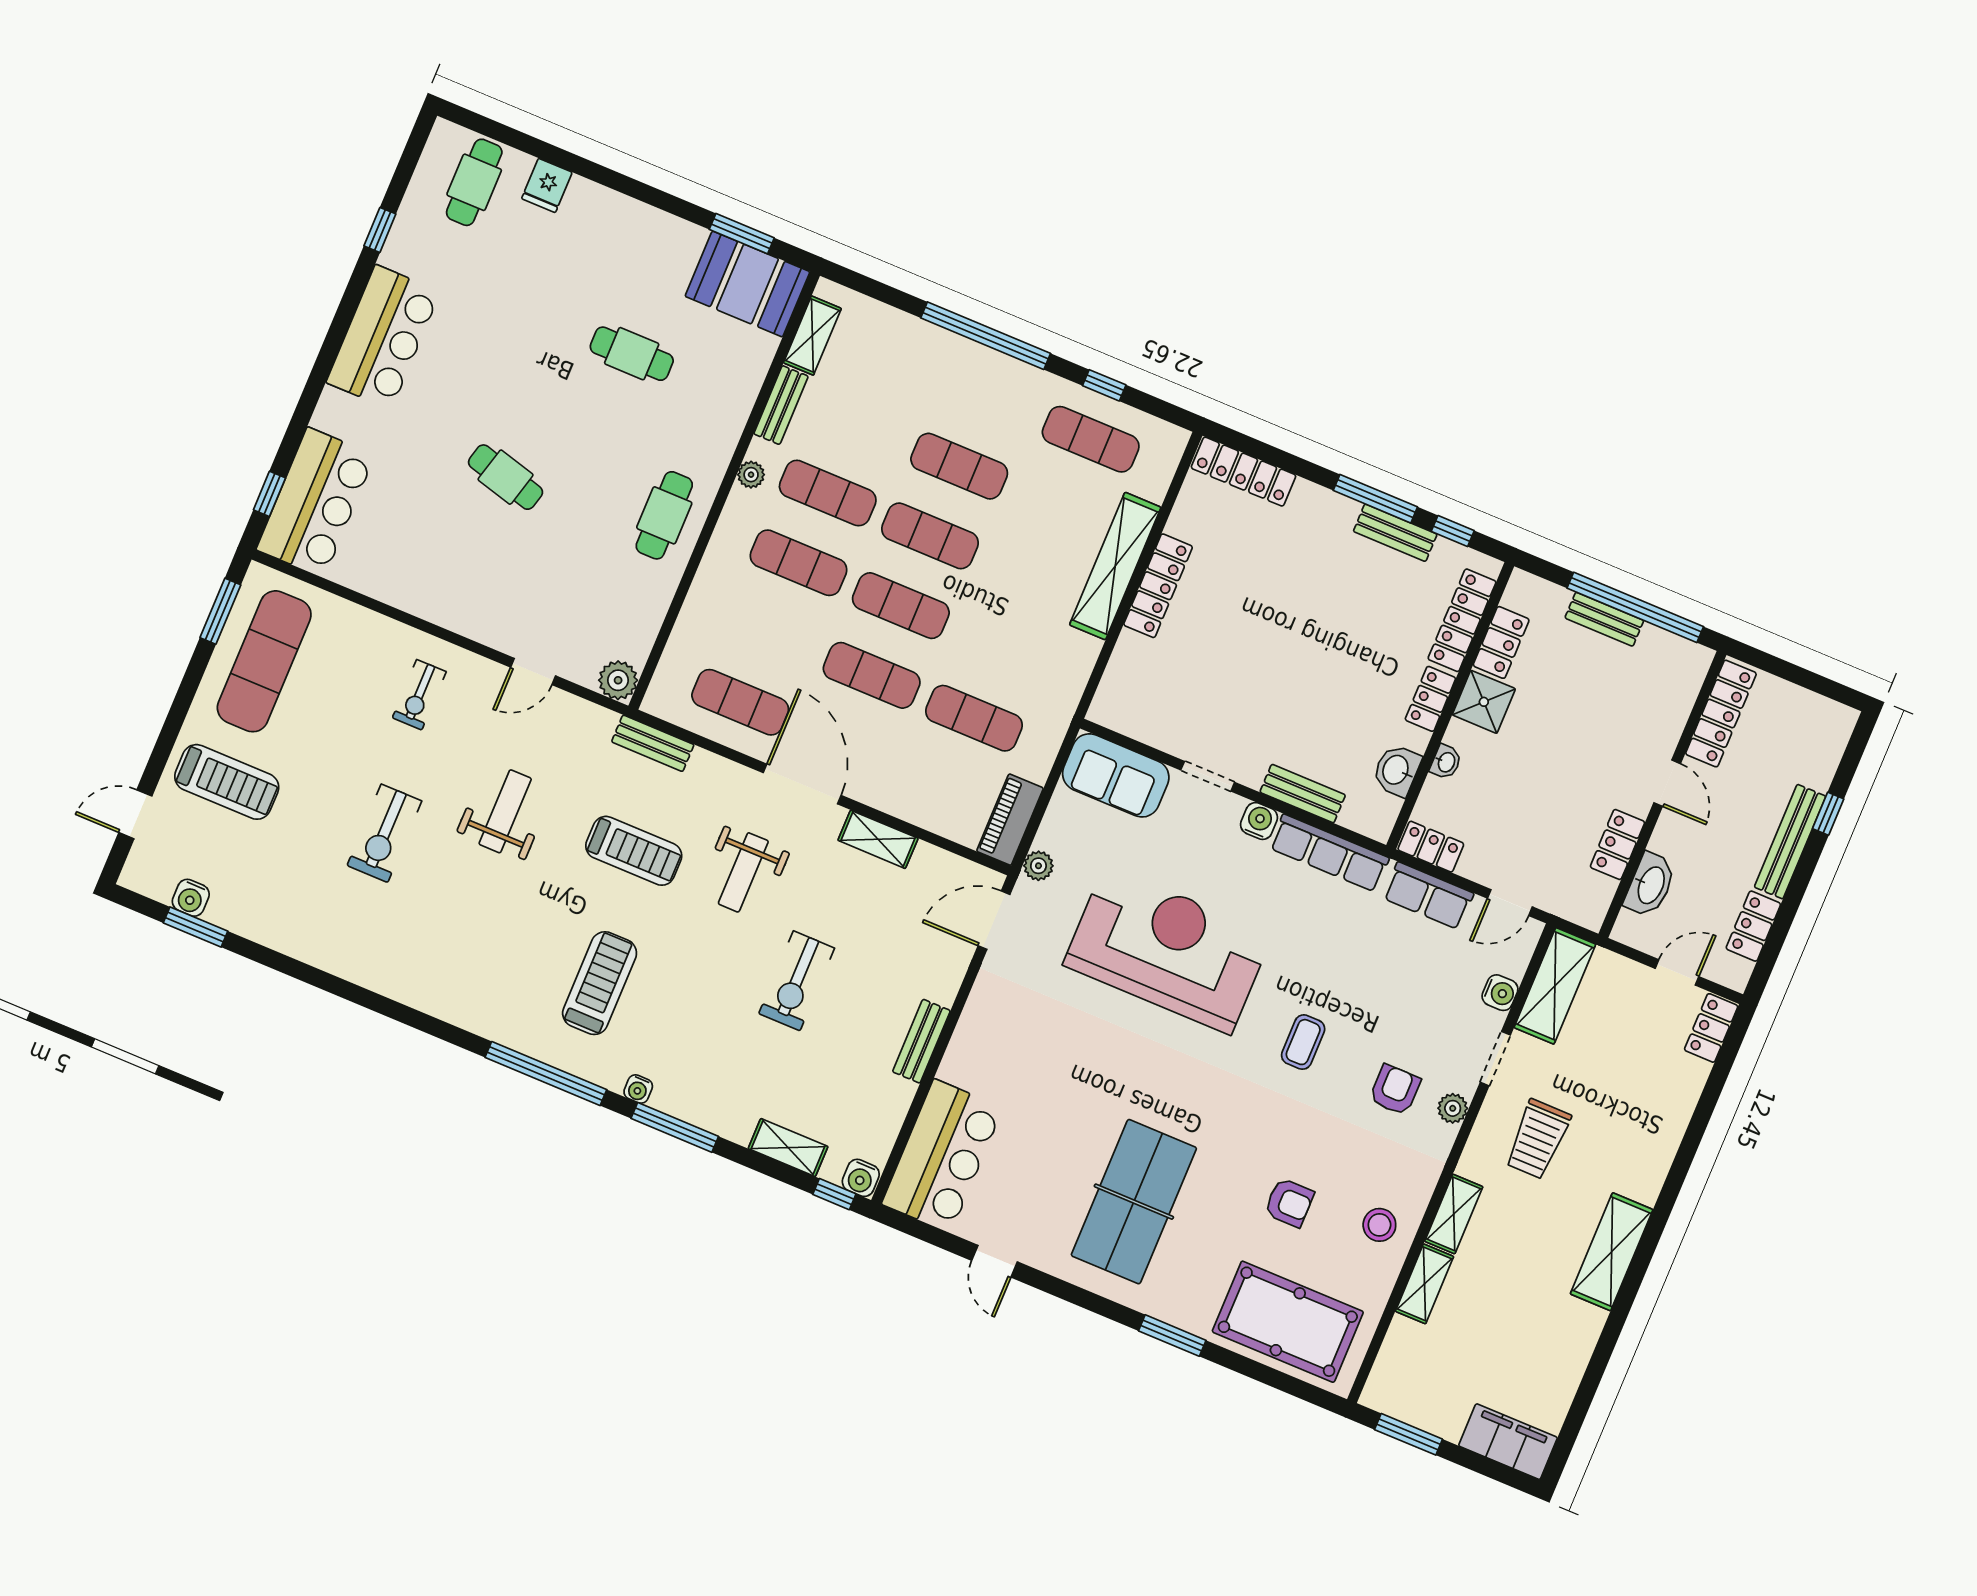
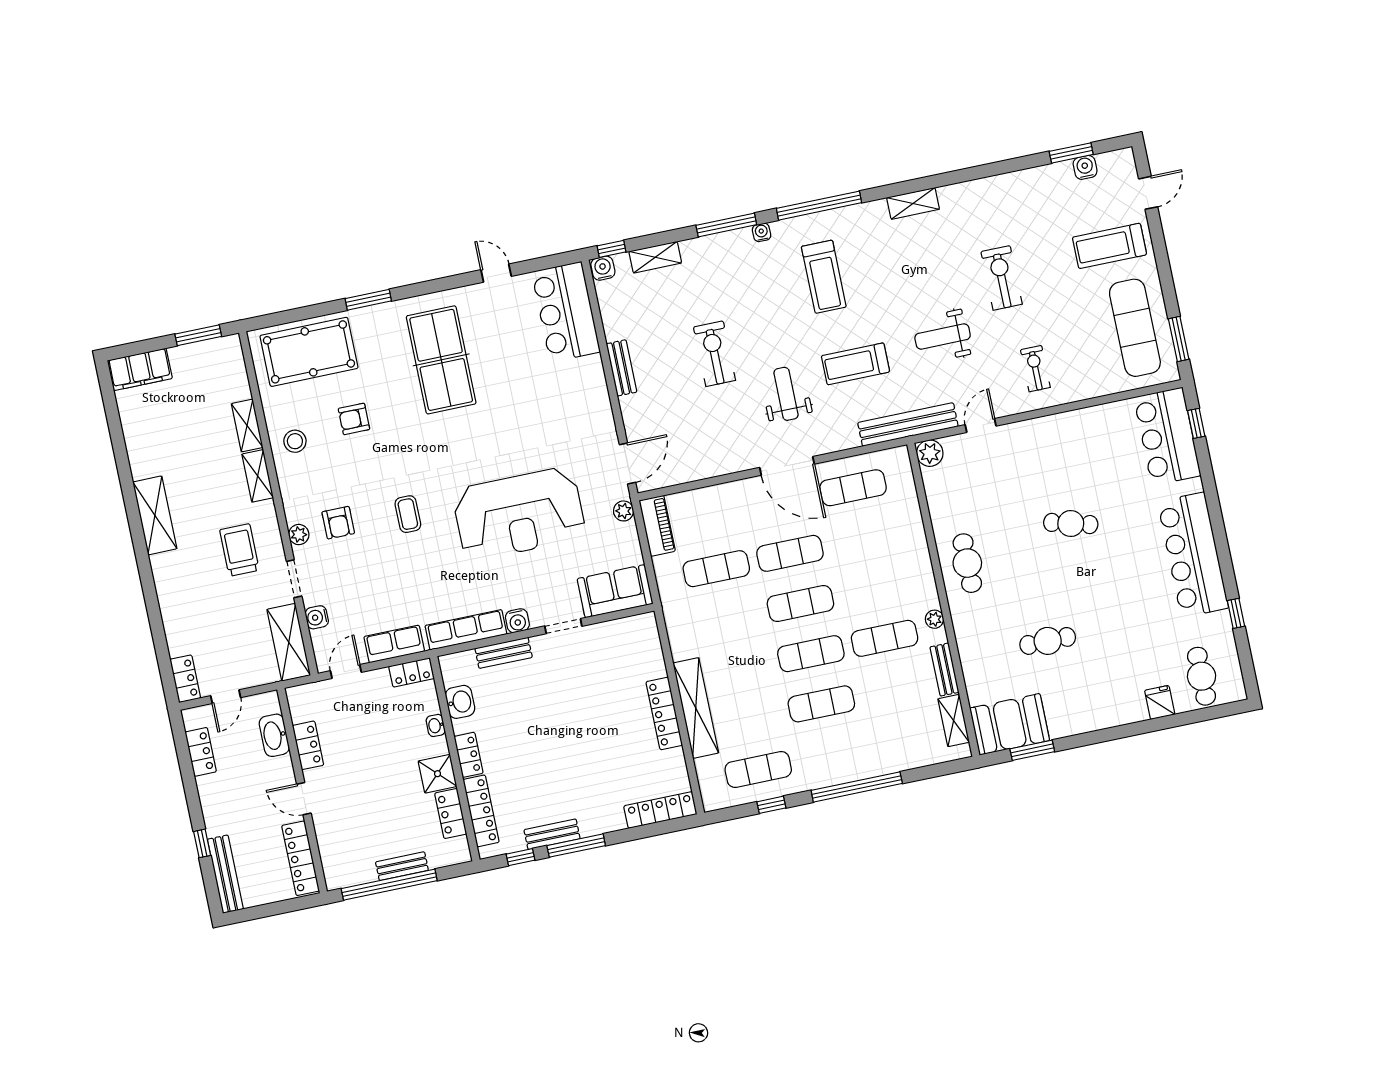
bar counter: (383, 337) -> (1193, 555), width x1.36
exercise mat: (799, 563) -> (874, 588), removed
bench: (653, 743) -> (908, 425), width x1.86, depth x1.21
weight bench: (505, 811) -> (943, 336), turned 90
shelving: (878, 839) -> (913, 203), moved
bench: (1790, 842) -> (225, 874), moved

